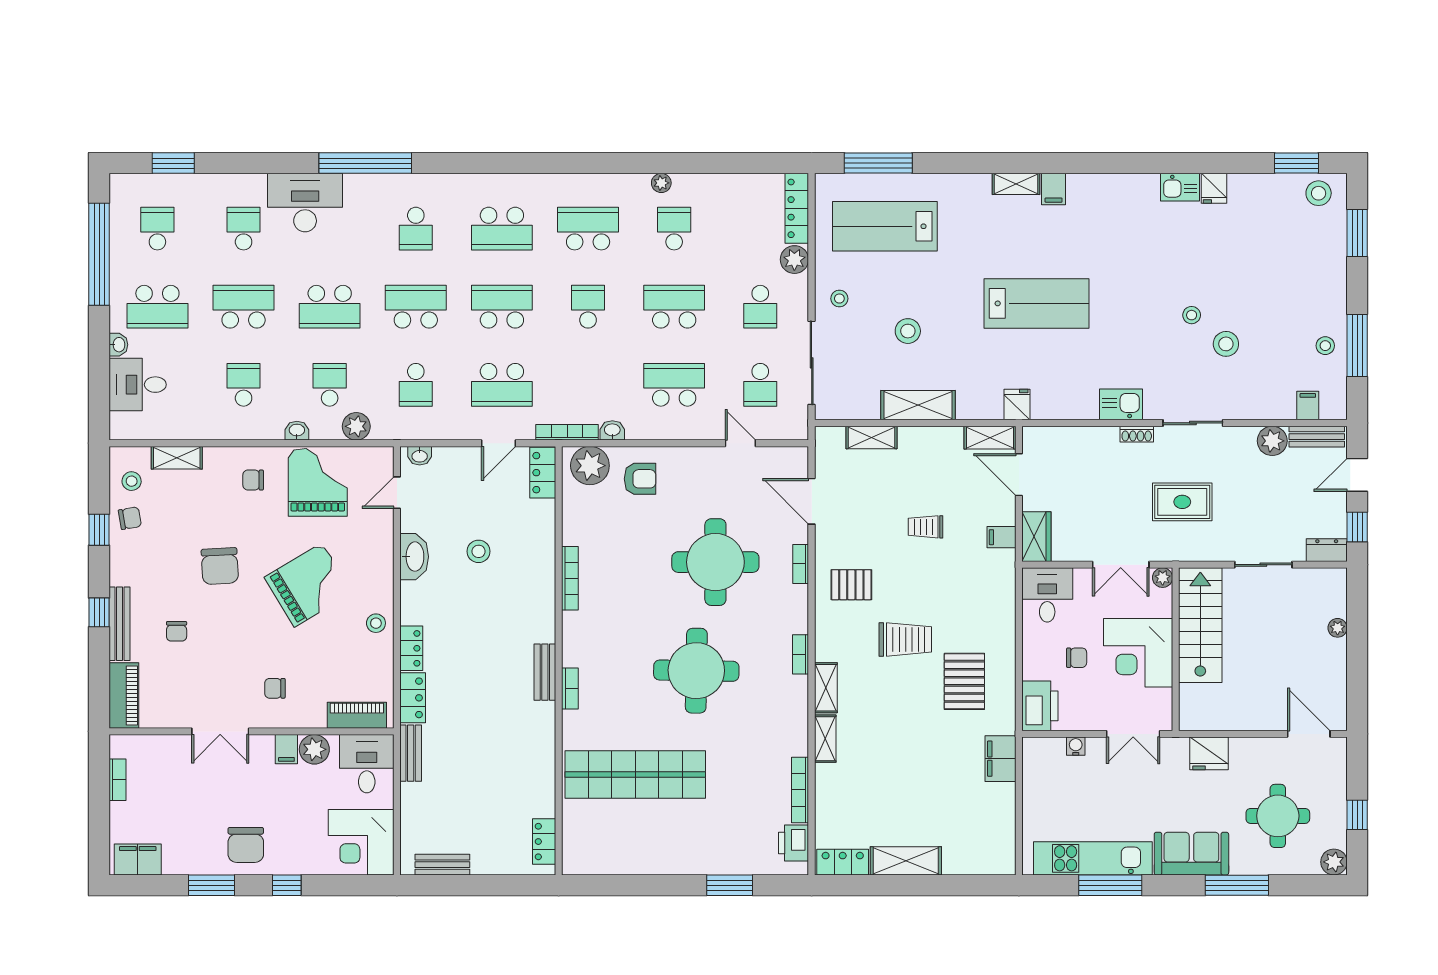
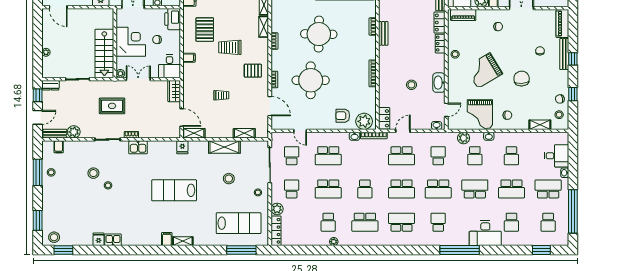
school desk: (502, 385) -> (402, 156), turned 180
filing cabinet: (1001, 537) -> (189, 58), moved

